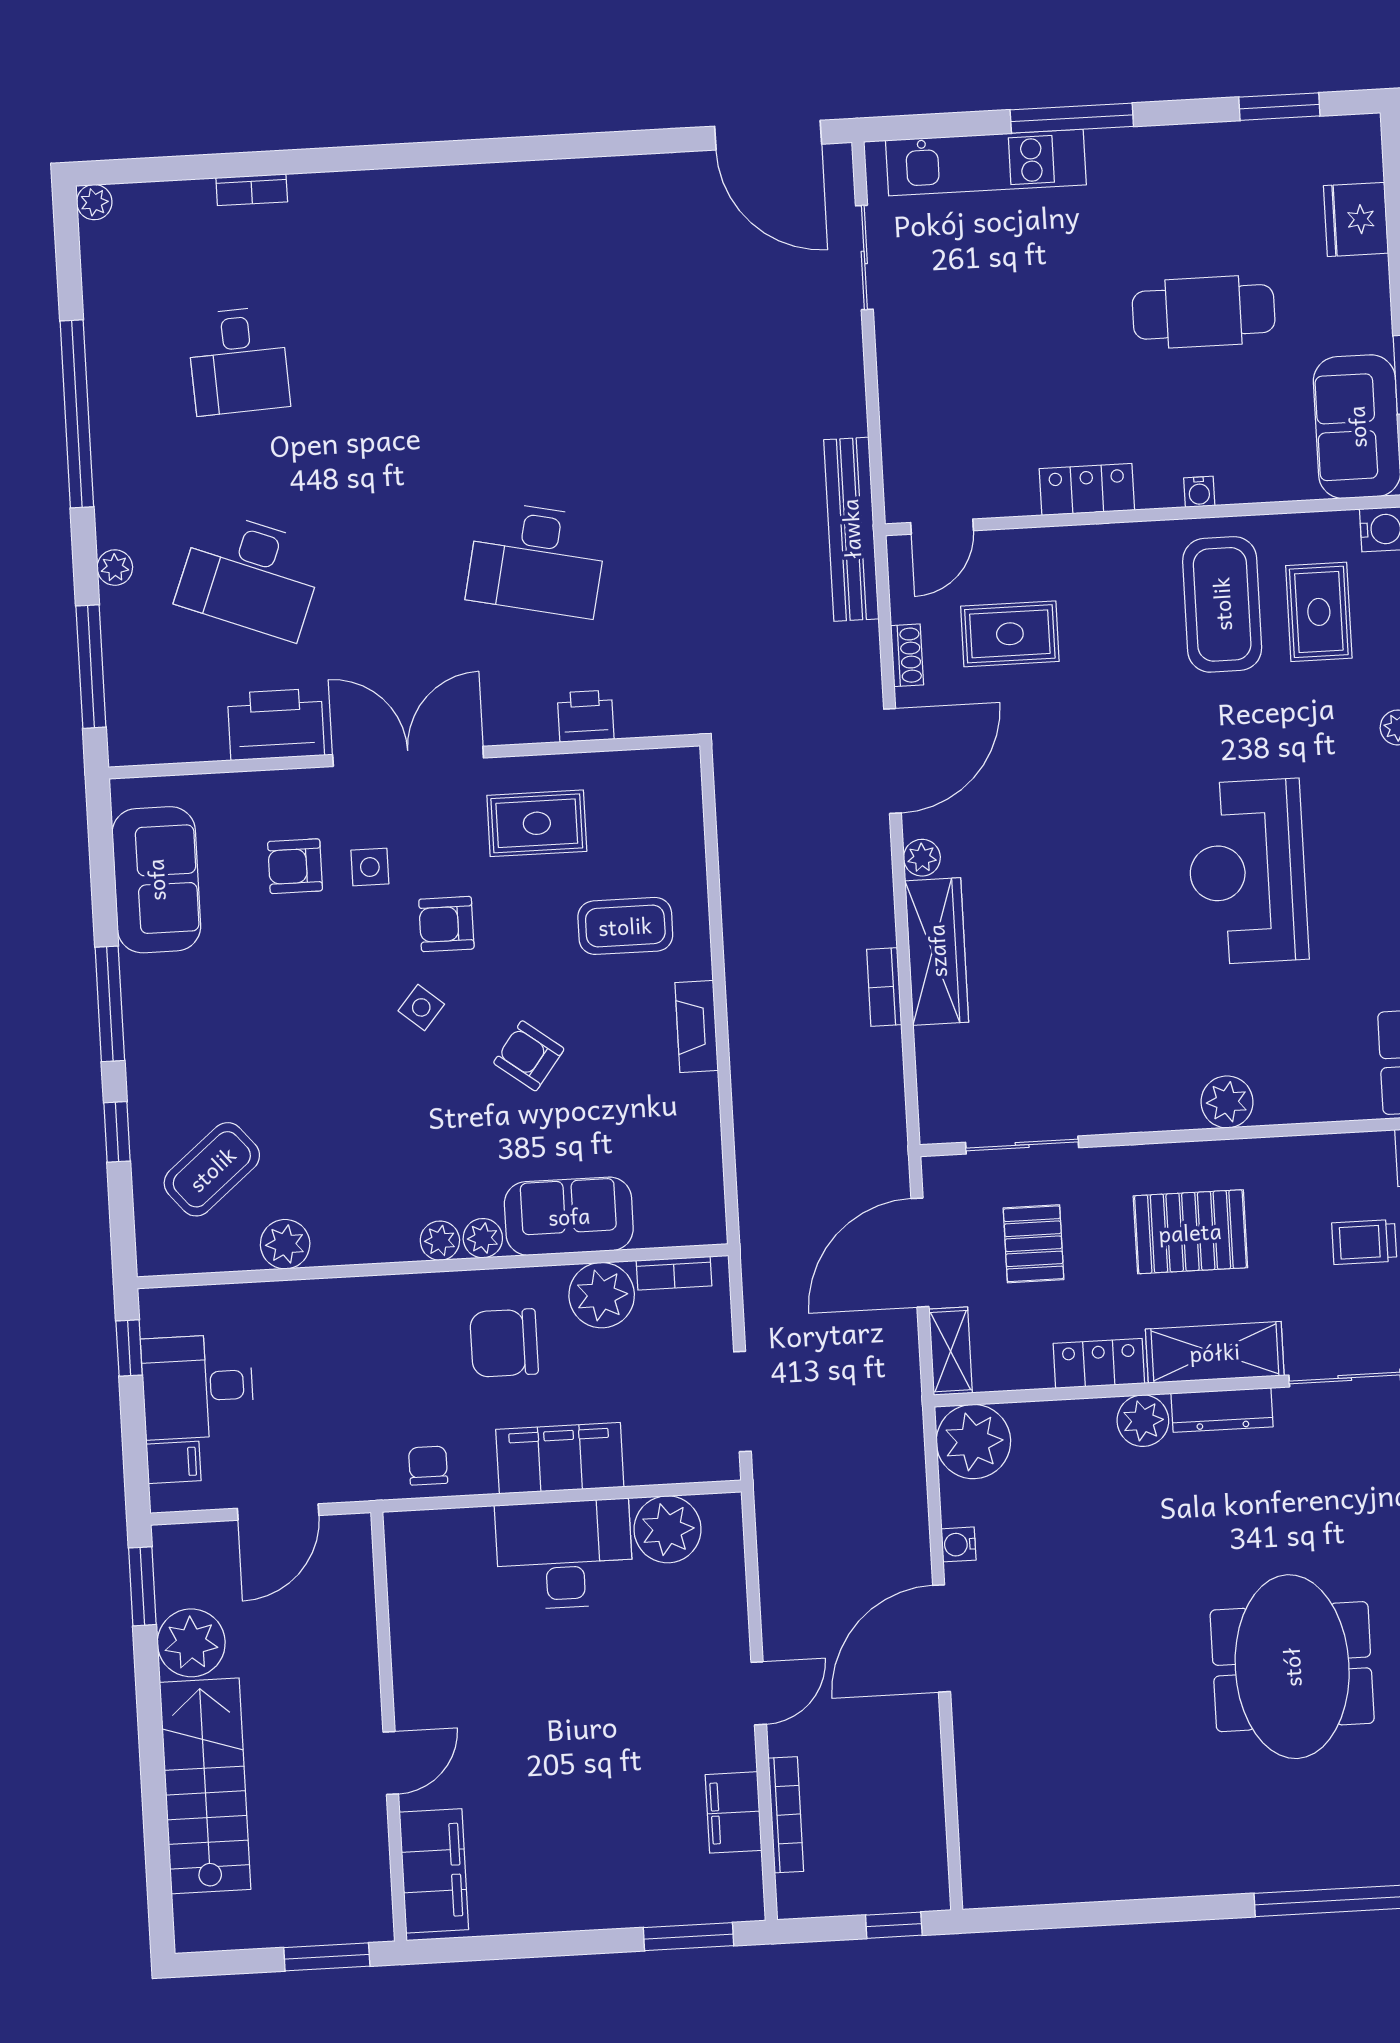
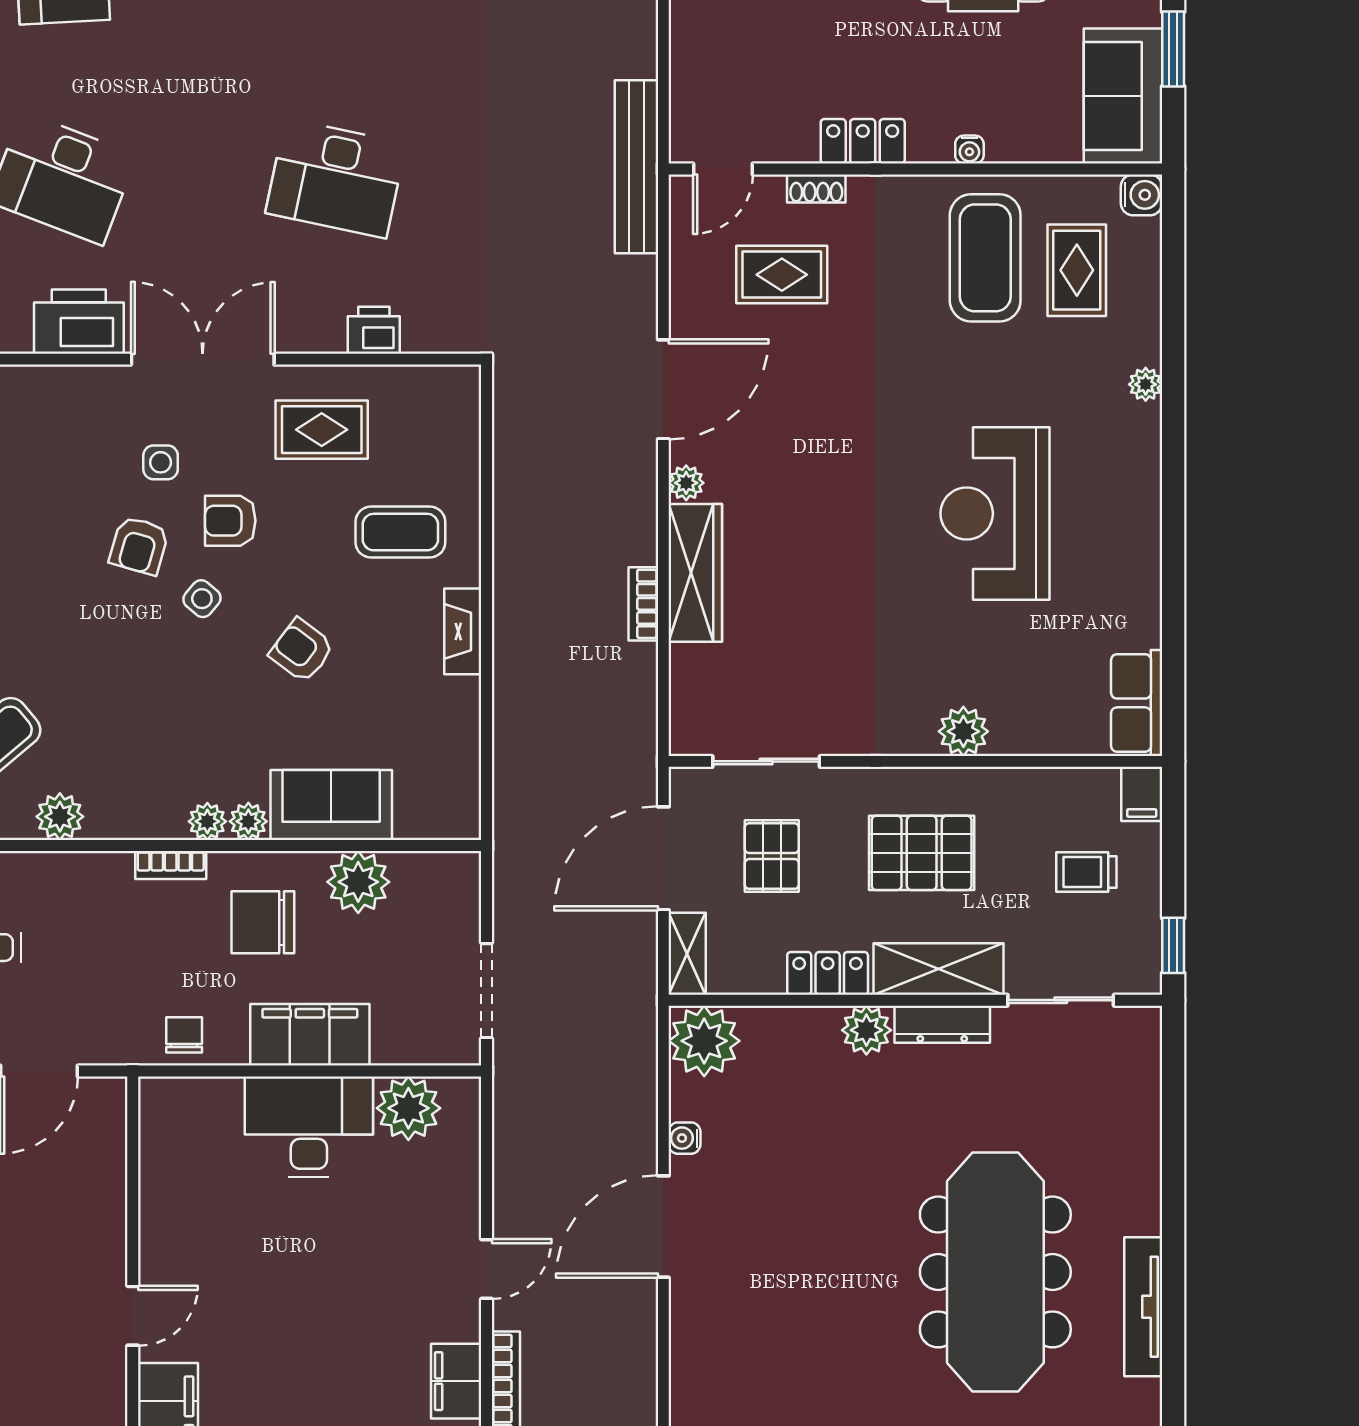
shoe rack: (907, 655) -> (816, 188), moved, turned 90
armchair: (295, 866) -> (139, 545), moved, turned -74
bookcase: (674, 1273) -> (171, 865), moved
meeting table: (1292, 1667) -> (995, 1272), width x1.36

